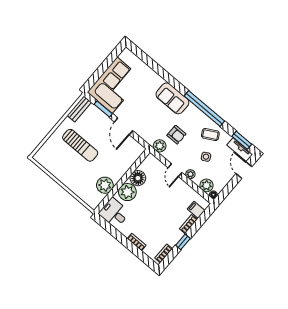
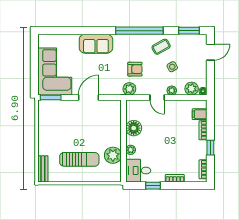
sofa: (172, 98) -> (96, 44), moved
bench: (79, 109) -> (43, 169), moved
window: (103, 109) -> (51, 97), moved
door: (123, 126) -> (89, 97), swing flipped
sun lounger: (80, 145) -> (79, 159), moved
tv unit: (240, 150) -> (194, 39), removed
door: (244, 170) -> (210, 52), swing flipped
plant: (127, 192) -> (131, 150), width x0.53, depth x0.53
window: (116, 234) -> (153, 186), added

